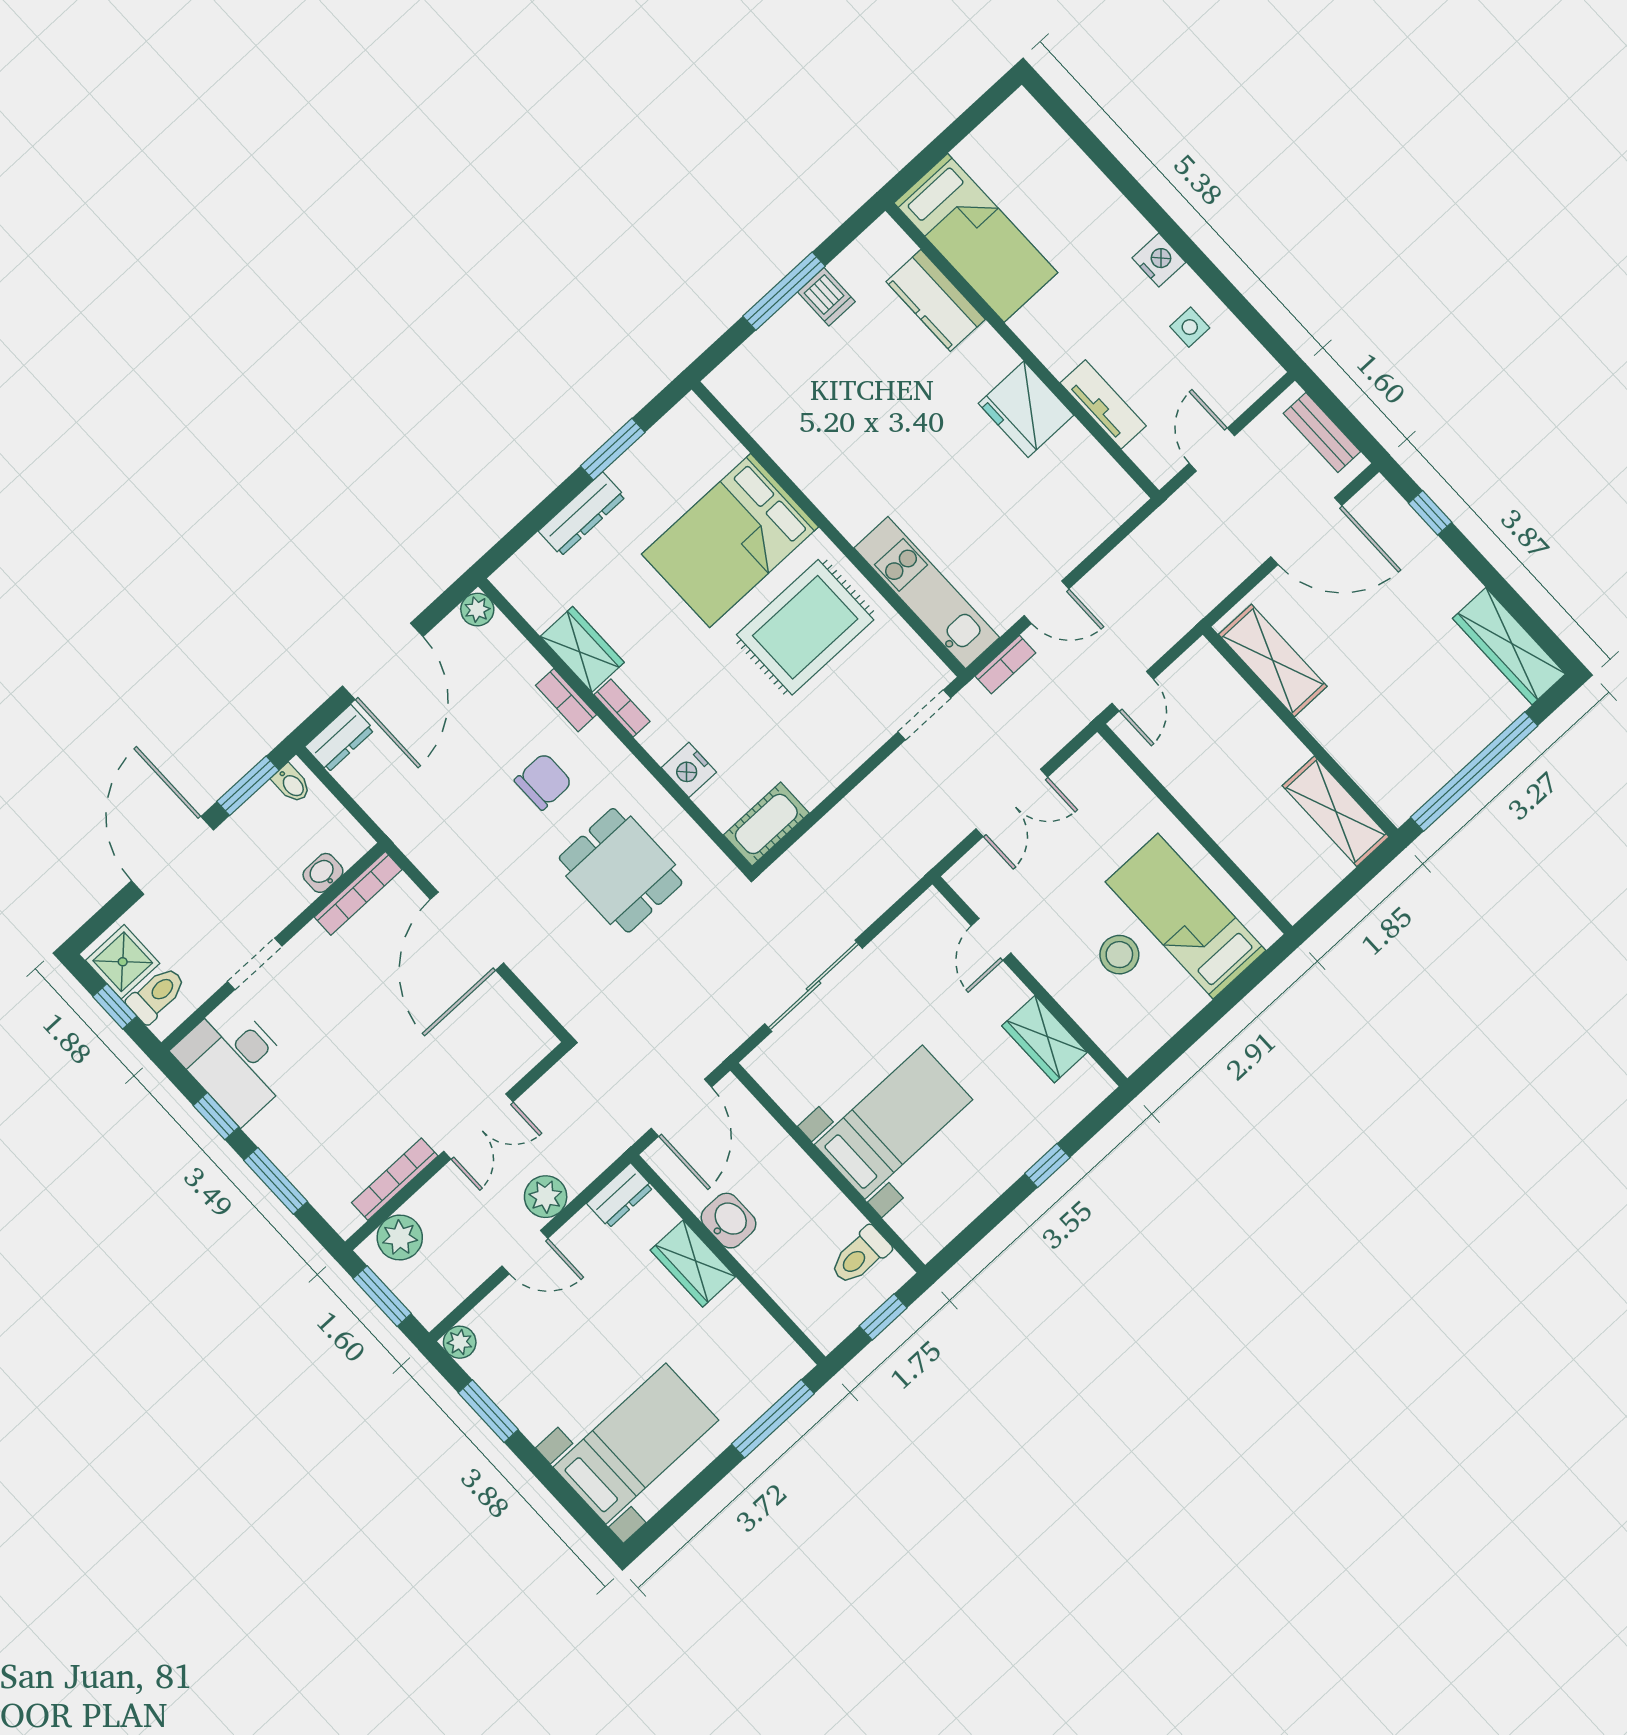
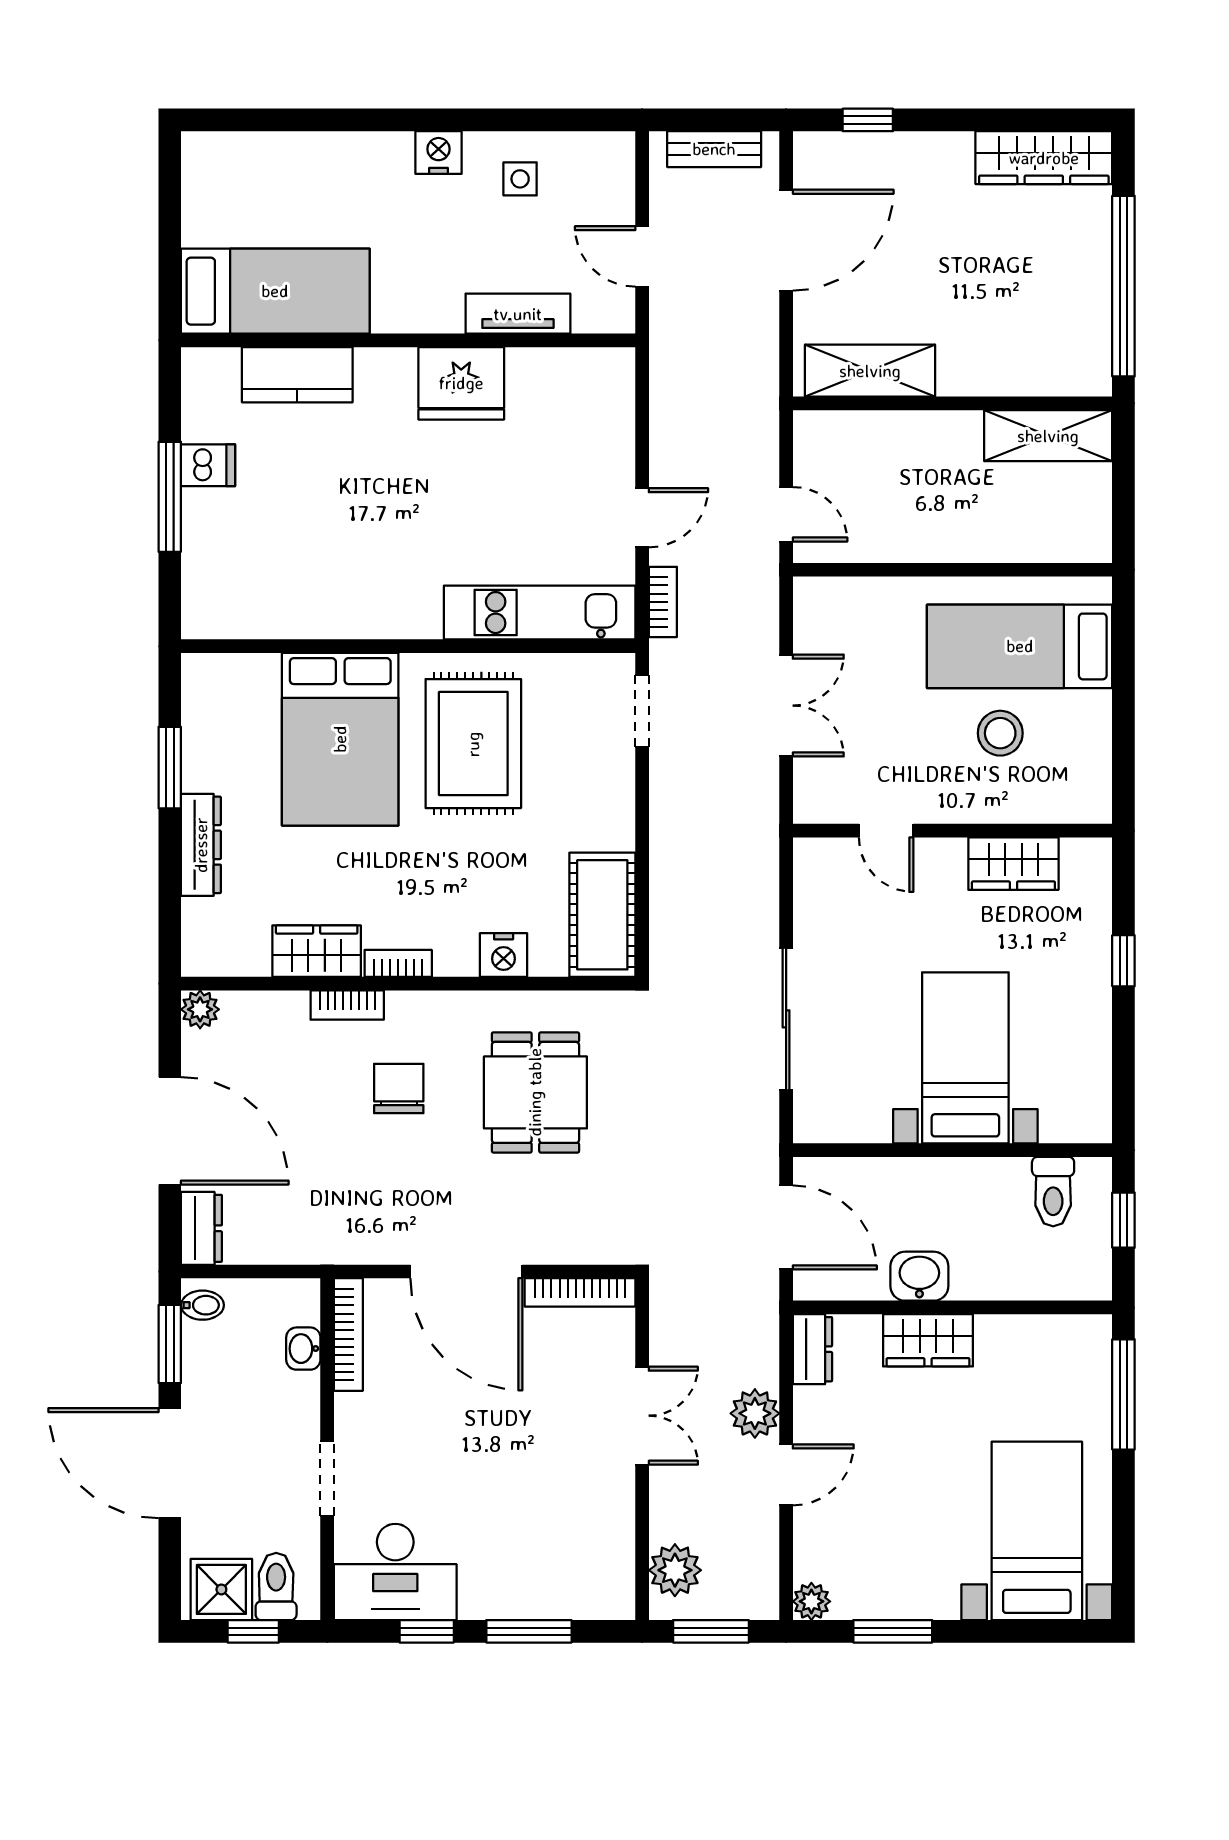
cot: (766, 824) -> (602, 915), width x1.37, depth x1.34
dining table: (621, 870) -> (535, 1092), turned 90
bookcase: (395, 1179) -> (580, 1292), moved, turned -90

